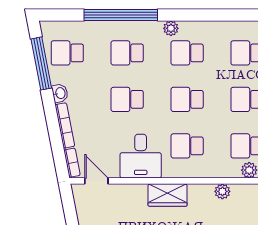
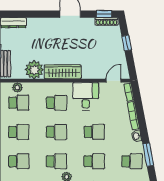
window: (41, 63) -> (148, 155), width x0.69
door: (96, 181) -> (114, 81), swing flipped
plant: (222, 191) -> (34, 70), width x1.88, depth x1.88
wardrobe: (168, 195) -> (63, 72), width x1.50

